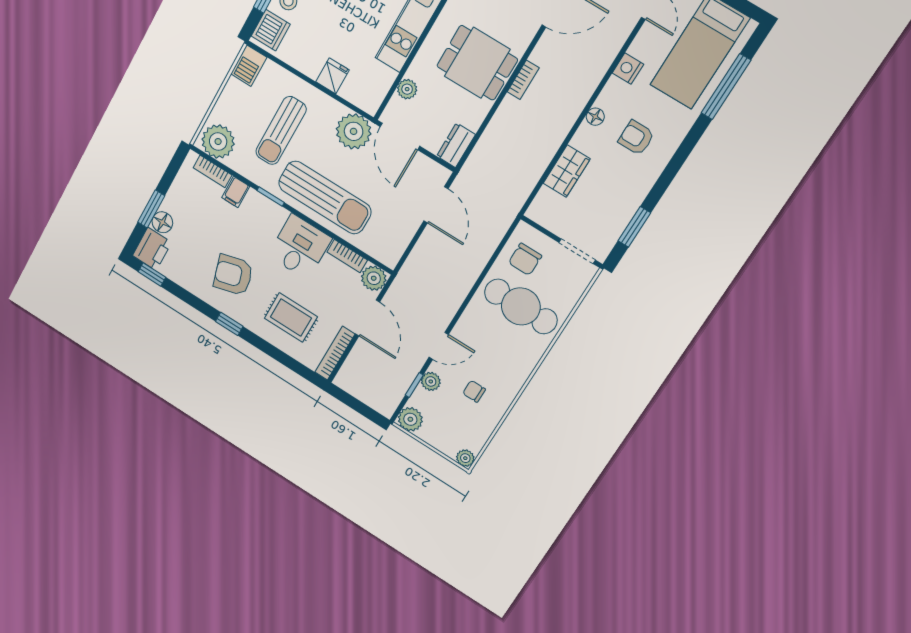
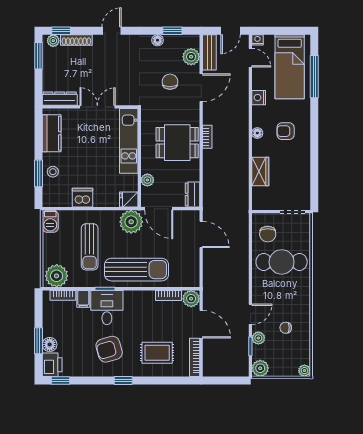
dishwasher: (271, 30) -> (83, 198), moved, turned -90
fridge: (333, 76) -> (129, 199), moved, turned -90
window: (634, 227) -> (314, 179), removed
desk: (300, 247) -> (107, 308), moved

